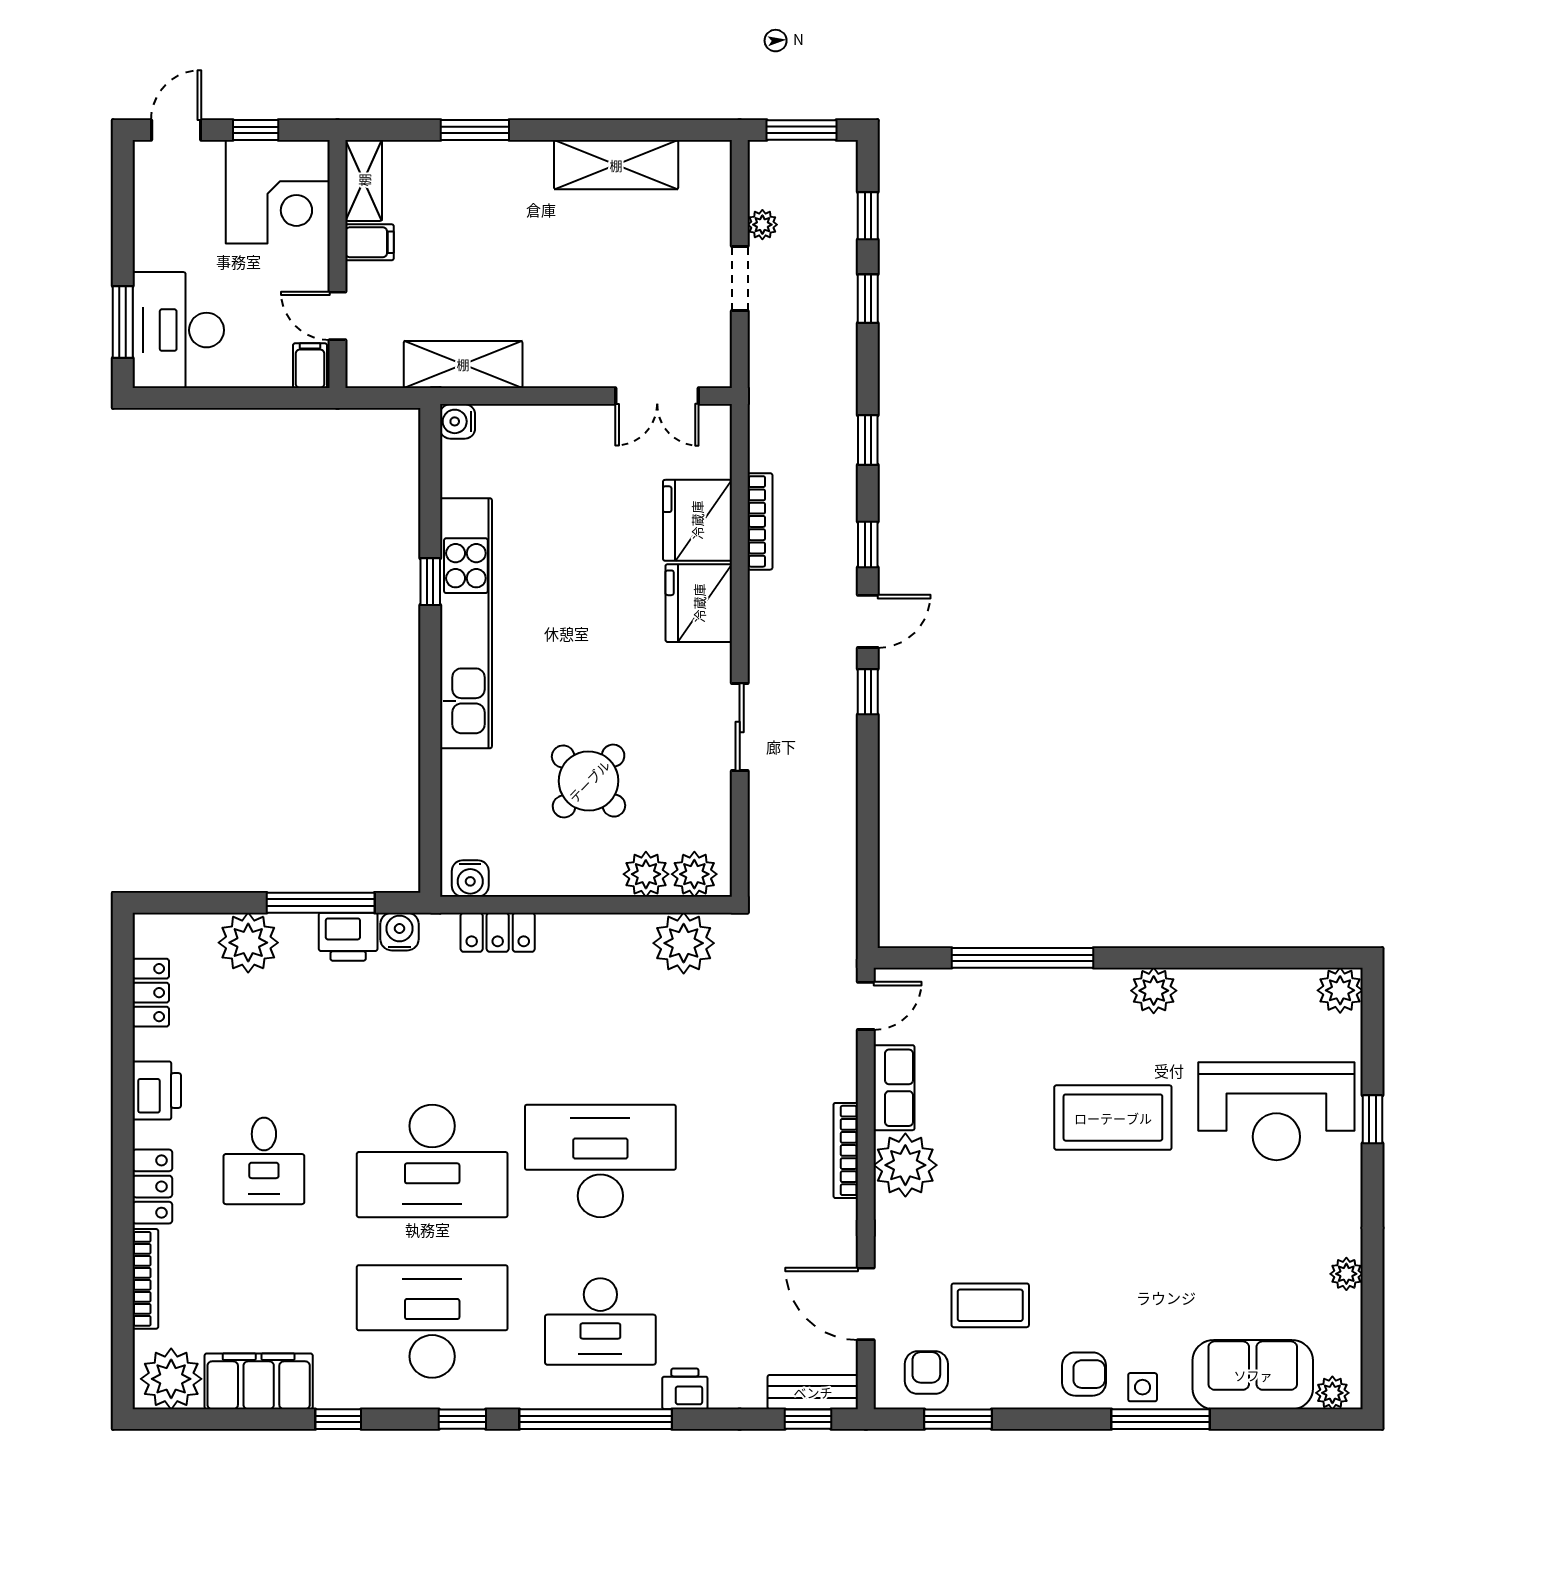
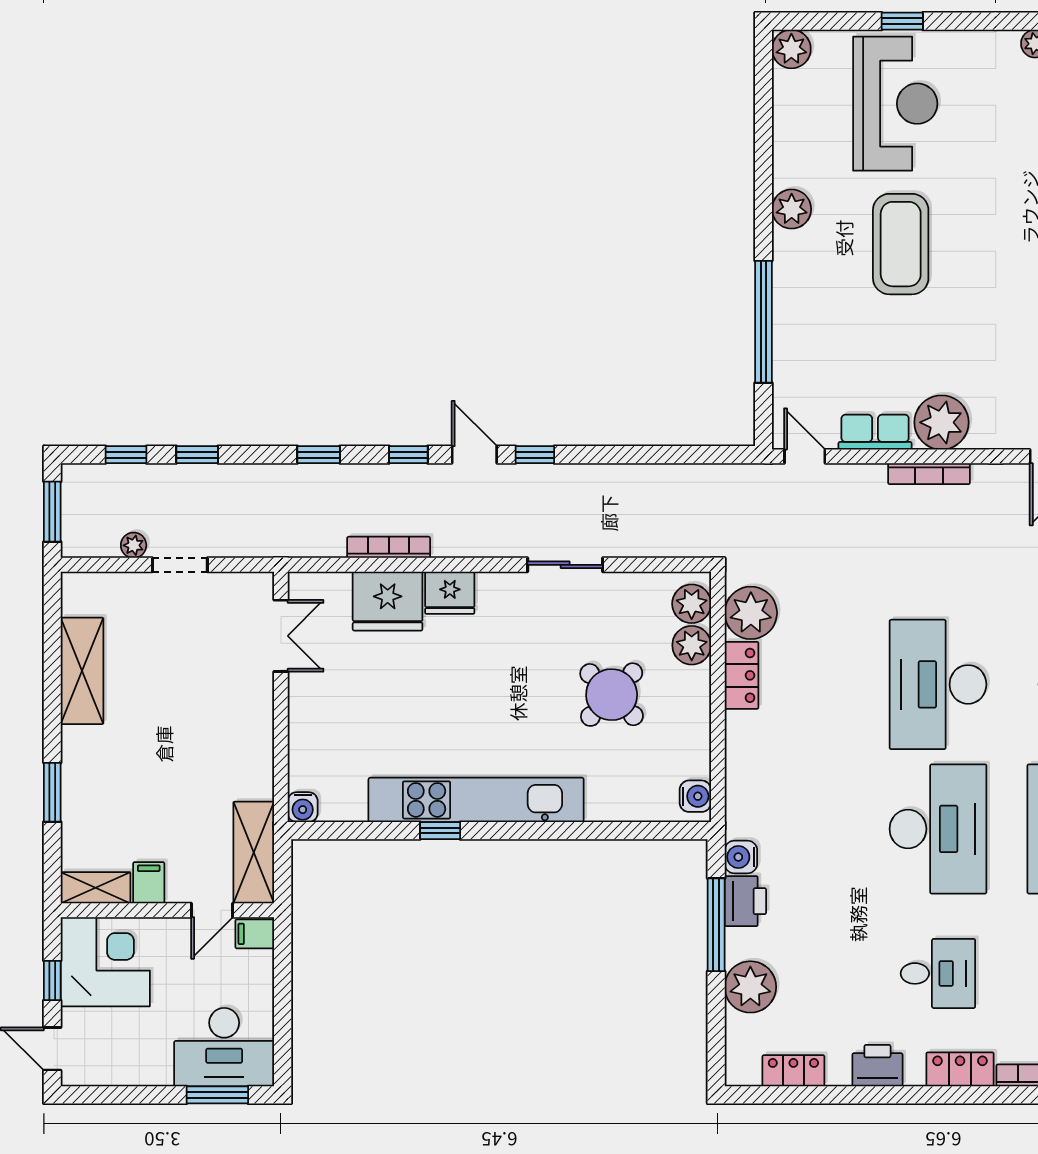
shelving: (463, 364) -> (254, 853), moved
fridge: (699, 603) -> (450, 593), width x0.73, depth x0.75
locker: (498, 932) -> (742, 675), moved

